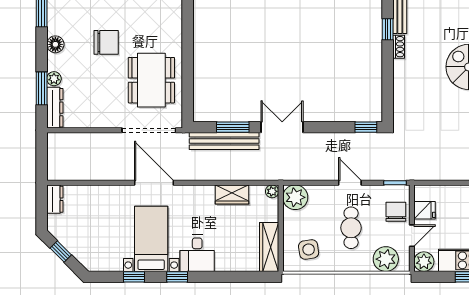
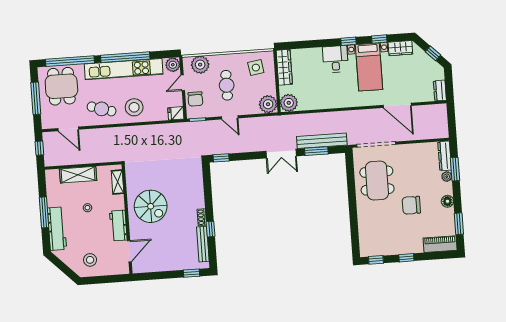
door: (154, 183) -> (397, 105), moved
plant: (272, 191) -> (289, 103), width x1.88, depth x1.88
wardrobe: (232, 194) -> (400, 48), moved, turned 180
fridge: (424, 210) -> (176, 113), moved

